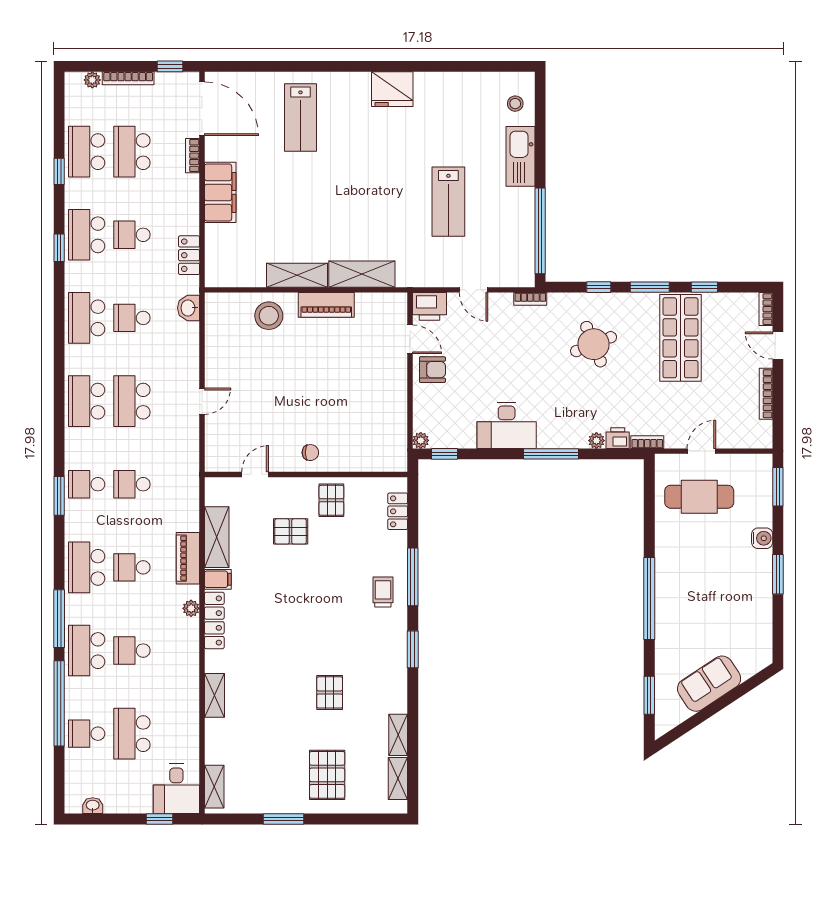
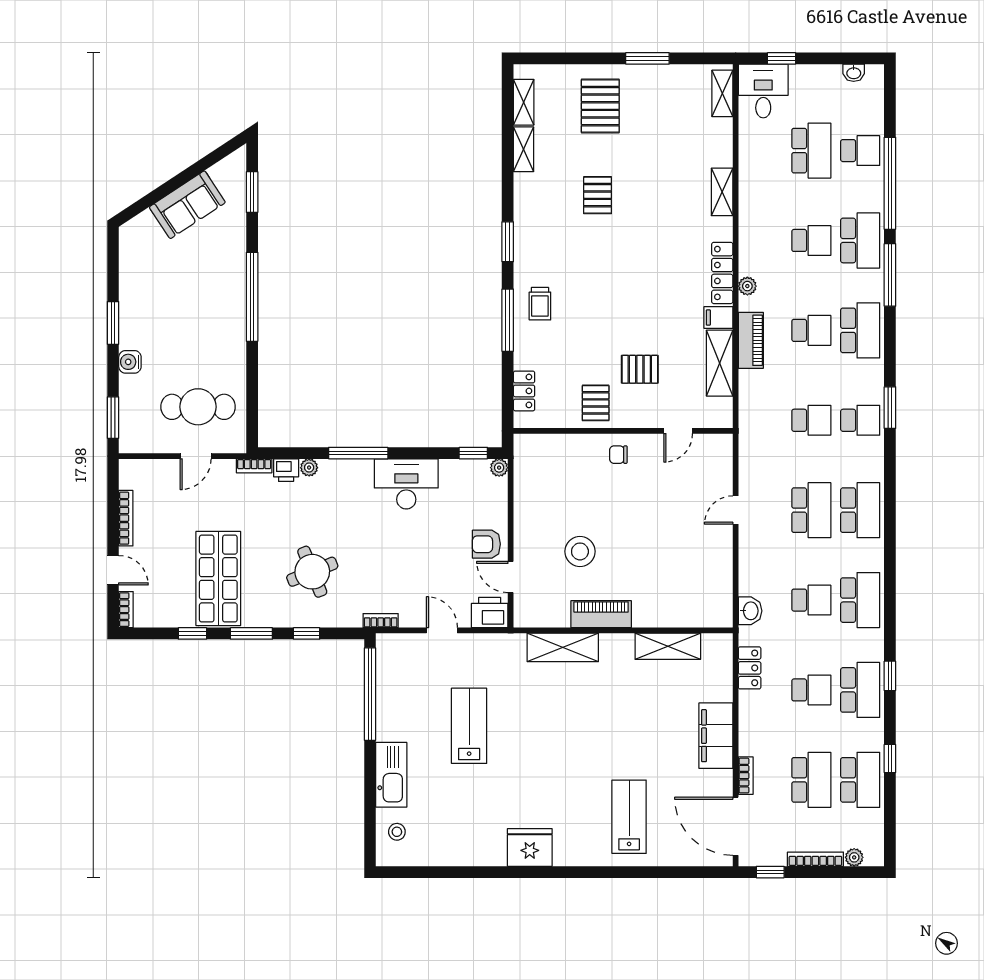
shelving: (297, 275) -> (668, 646), moved
stool: (269, 316) -> (580, 551), moved

